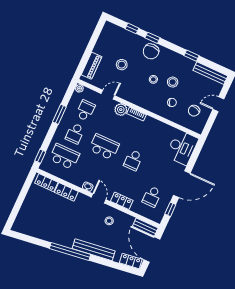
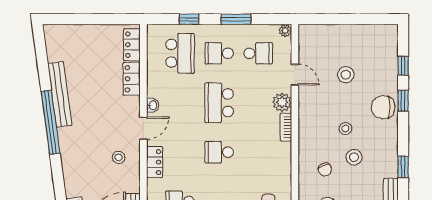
piano: (91, 66) -> (325, 33), removed
school desk: (104, 147) -> (219, 103), turned 180
window: (40, 156) -> (189, 19), moved
bench: (94, 250) -> (60, 94), moved

